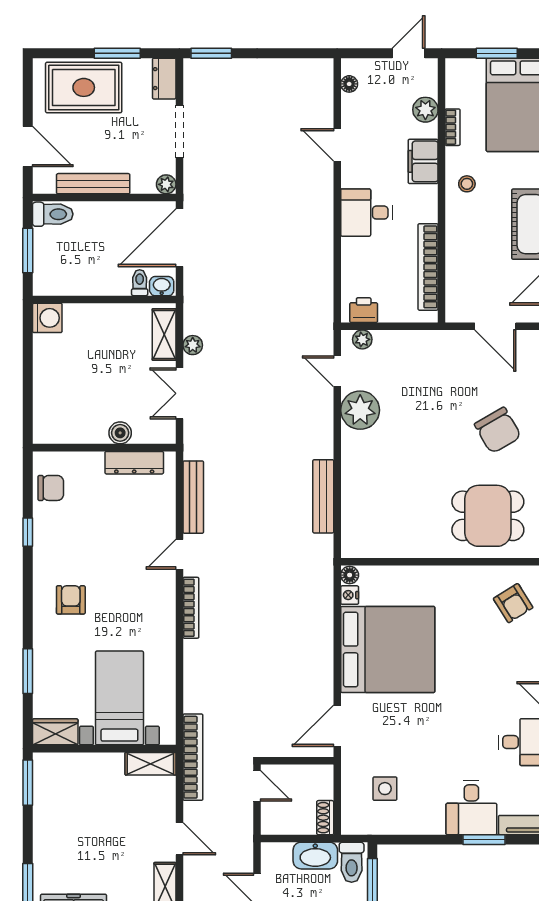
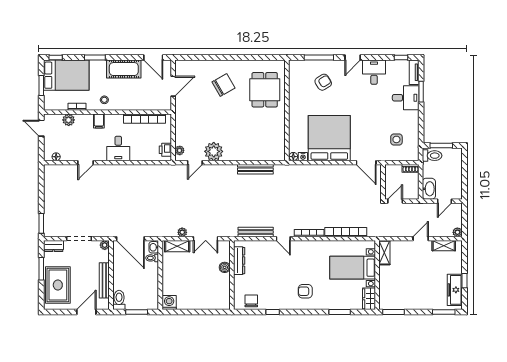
filing cabinet: (423, 161) -> (99, 121), width x0.50
armchair: (513, 603) -> (323, 82), moved
bookcase: (193, 757) -> (346, 232), moved
washbasin: (315, 856) -> (429, 189), moved

